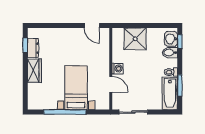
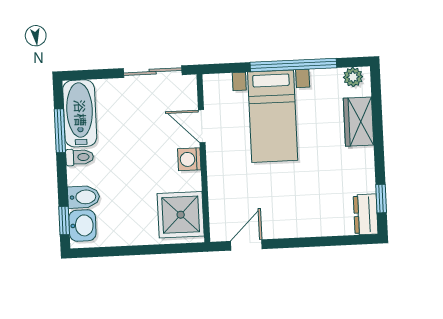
door: (92, 26) -> (246, 245), hinge flipped
shower: (135, 39) -> (181, 215), moved
dresser: (33, 48) -> (366, 214), moved
wardrobe: (34, 71) -> (359, 122), moved
plant: (36, 105) -> (353, 77), added

